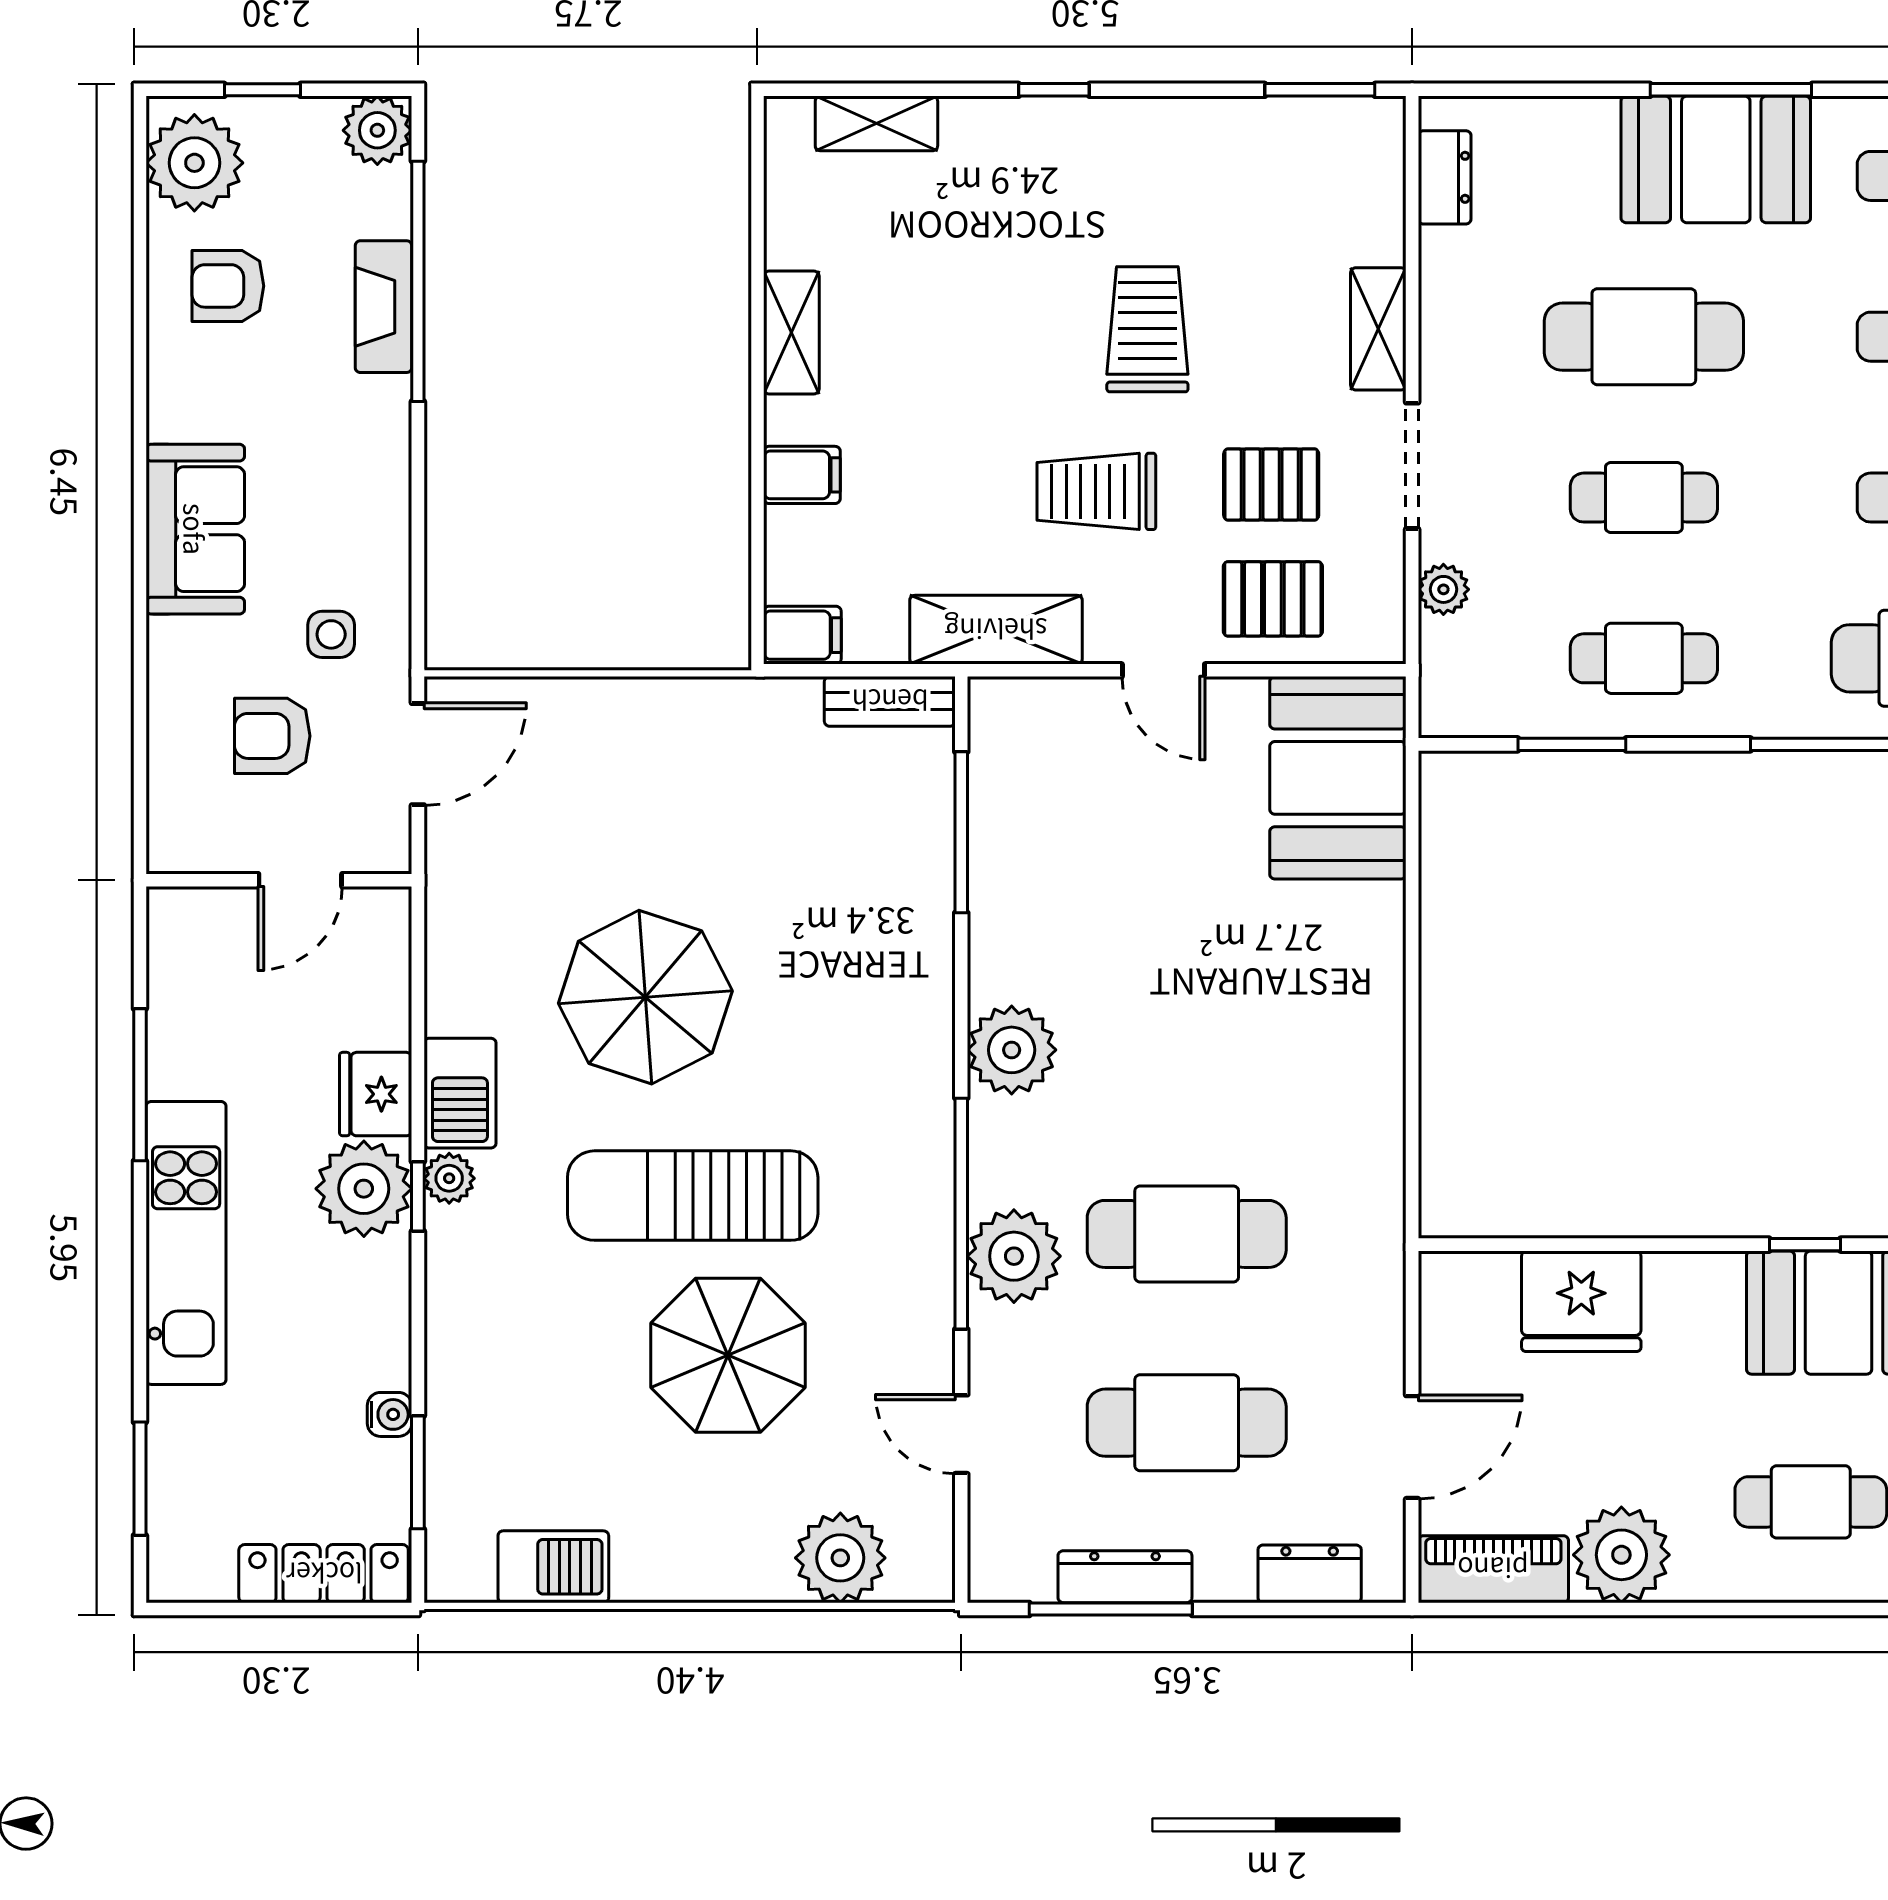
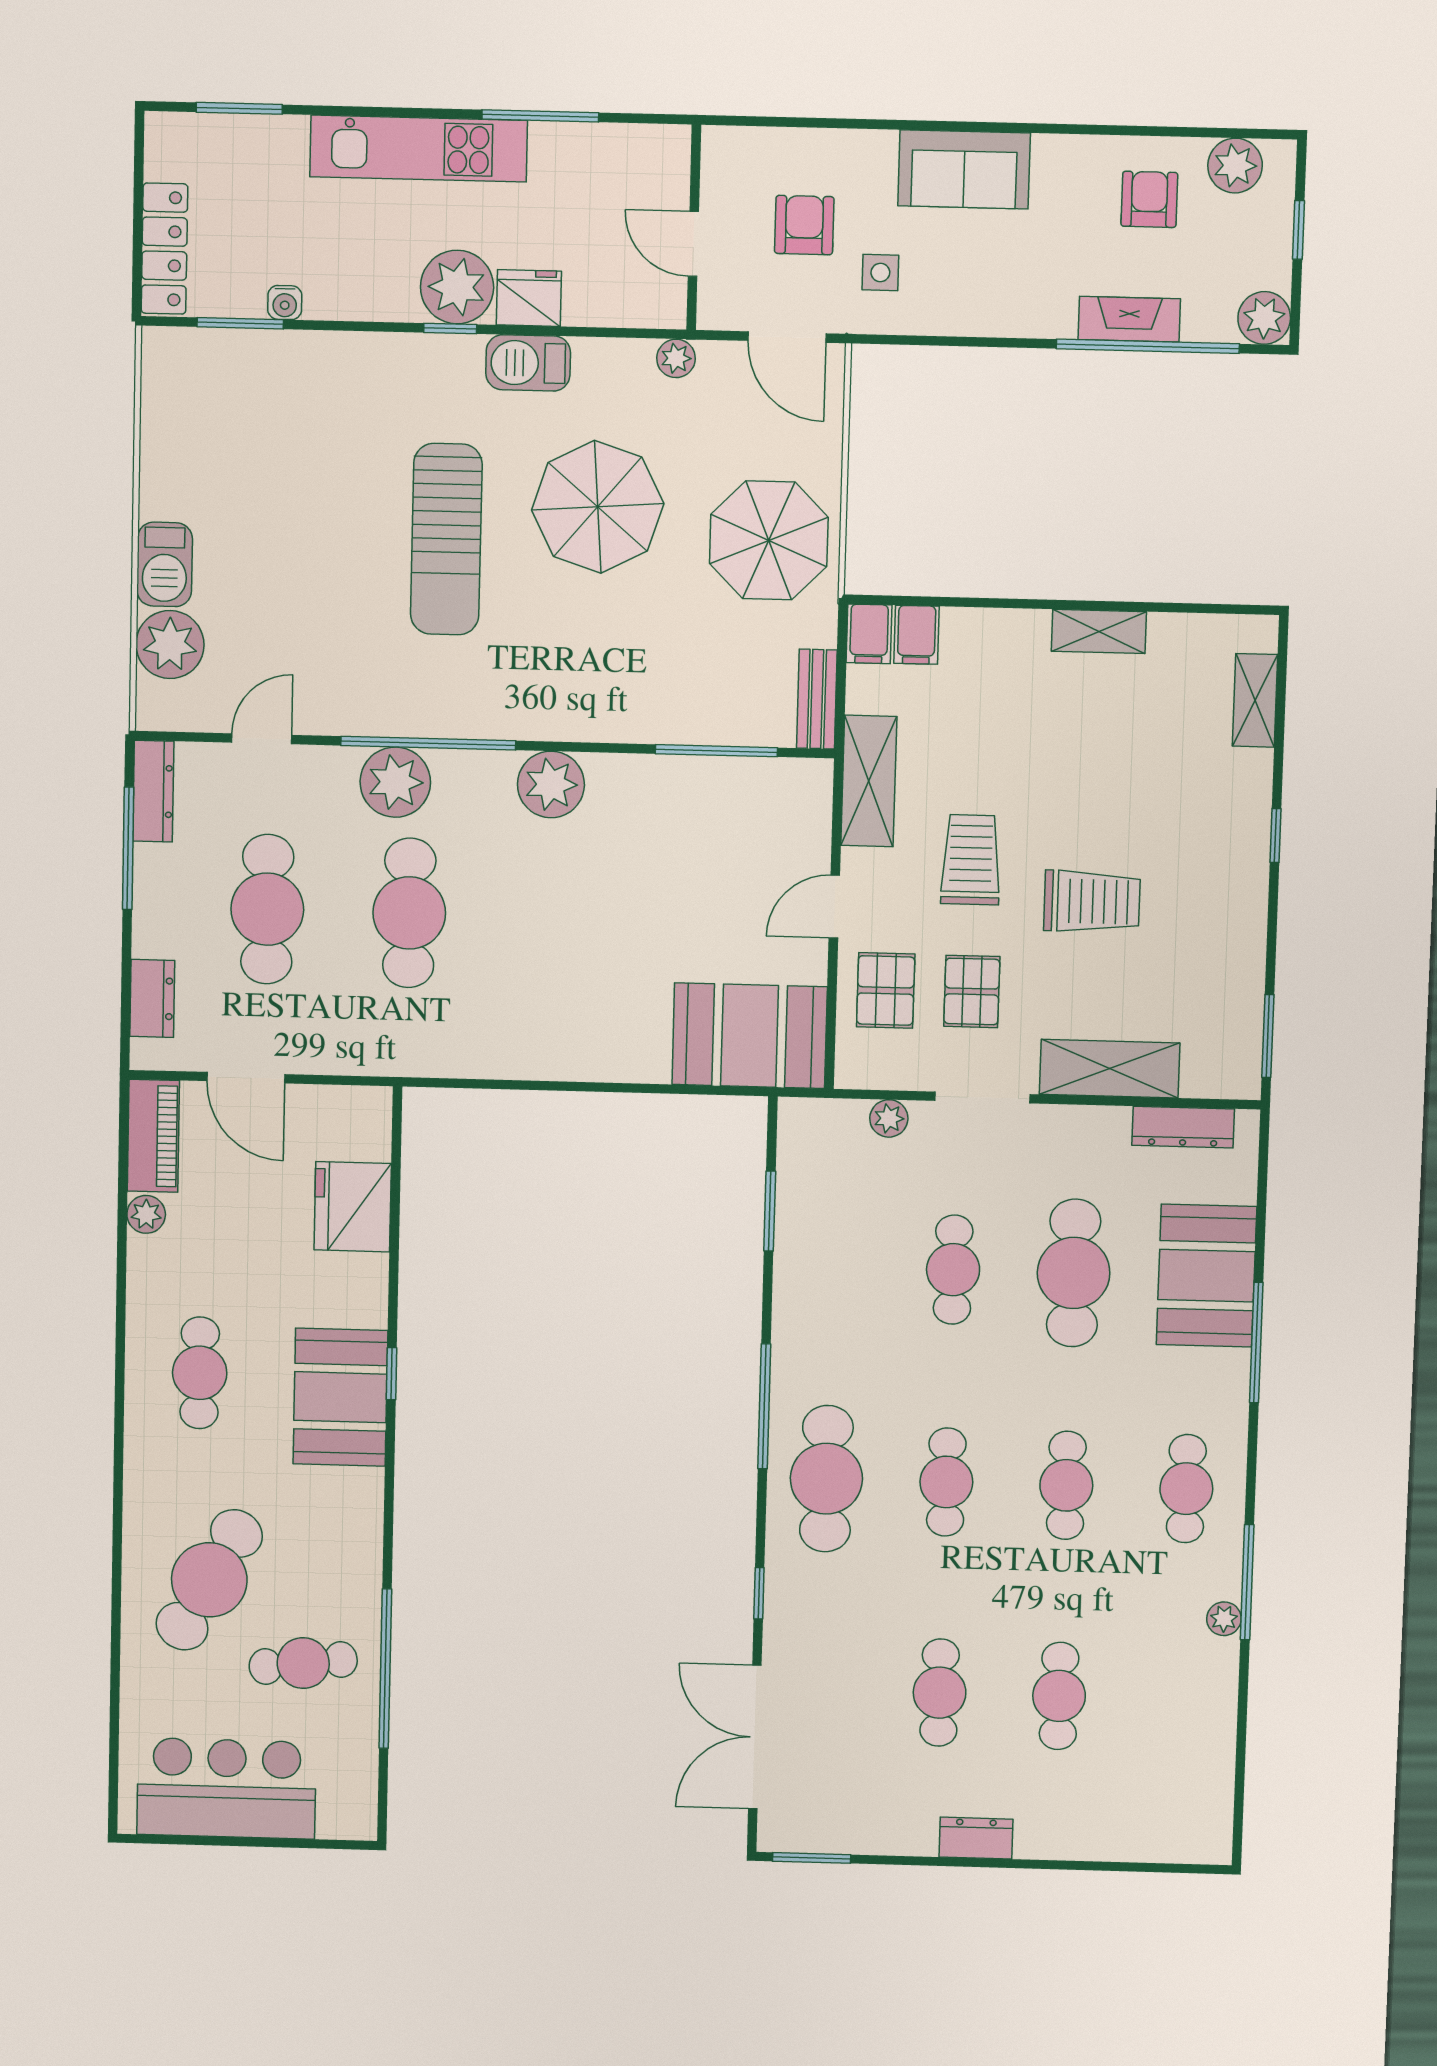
booth: (1716, 159) -> (1206, 1276), moved
plant: (194, 163) -> (1235, 166), width x0.73, depth x0.73
dresser: (1445, 177) -> (1183, 1127), width x1.44
shelving: (1378, 329) -> (1110, 1069), width x1.50, depth x1.33
filing cabinet: (802, 475) -> (917, 635), moved
cafe table: (1644, 658) -> (833, 1266), removed
plant: (449, 1178) -> (676, 358), moved
sun lounger: (693, 1196) -> (446, 539), turned 180
parasol: (728, 1355) -> (769, 540), moved
plant: (1621, 1555) -> (146, 1214), width x0.53, depth x0.53
barbecue: (553, 1567) -> (165, 564), moved
dresser: (1125, 1577) -> (153, 791), moved

